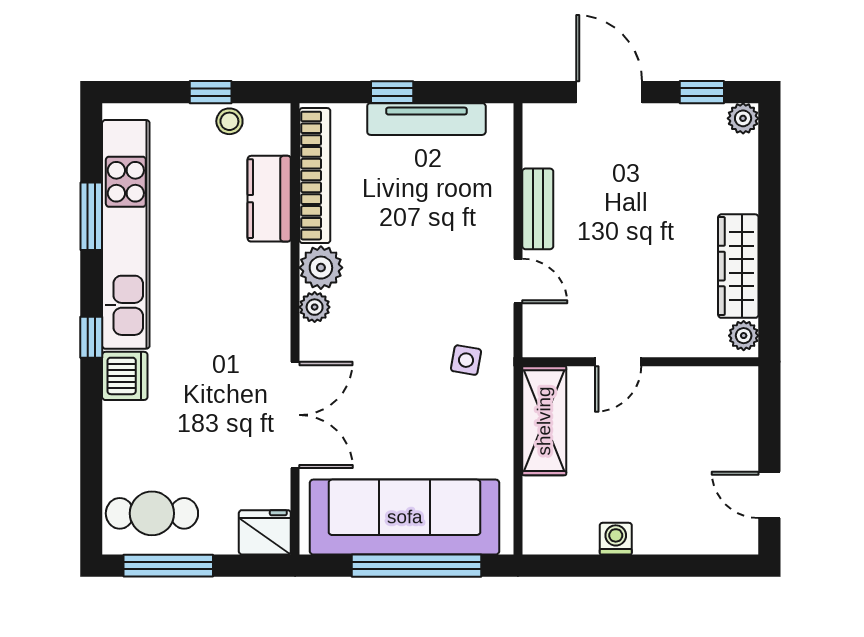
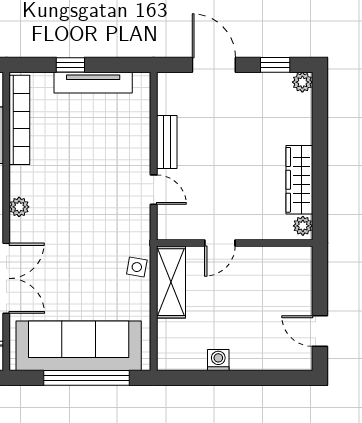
plant: (321, 268) -> (23, 181), removed
side table: (466, 360) -> (137, 267), moved

